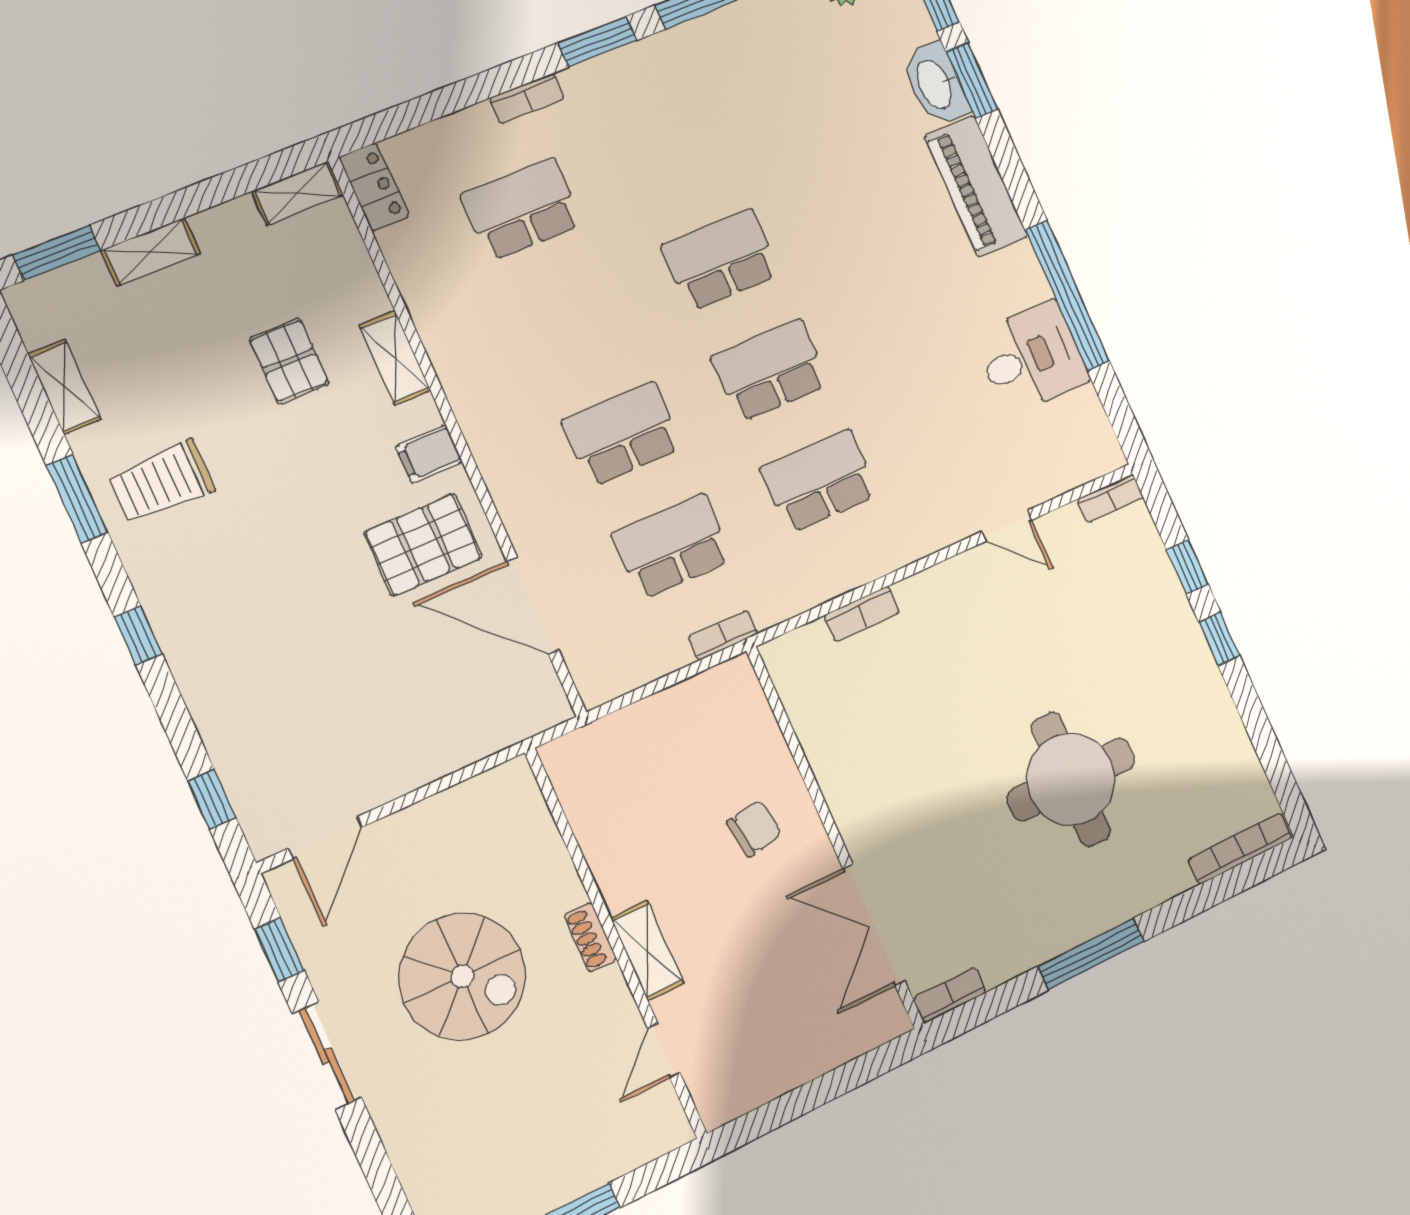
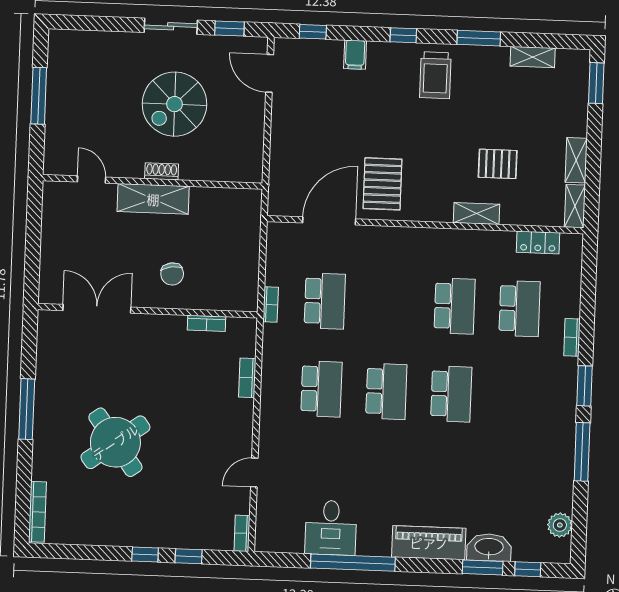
locker: (374, 187) -> (538, 242), moved
shelving: (151, 252) -> (576, 160), moved
school desk: (622, 434) -> (455, 306), moved
filing cabinet: (429, 454) -> (355, 55), moved, turned 180
trolley: (162, 482) -> (435, 75), moved, turned 180
round table: (1071, 779) -> (115, 442), turned -36
shelving: (647, 951) -> (153, 199), width x1.50, depth x1.33
bookcase: (950, 995) -> (207, 323), moved, turned 90

